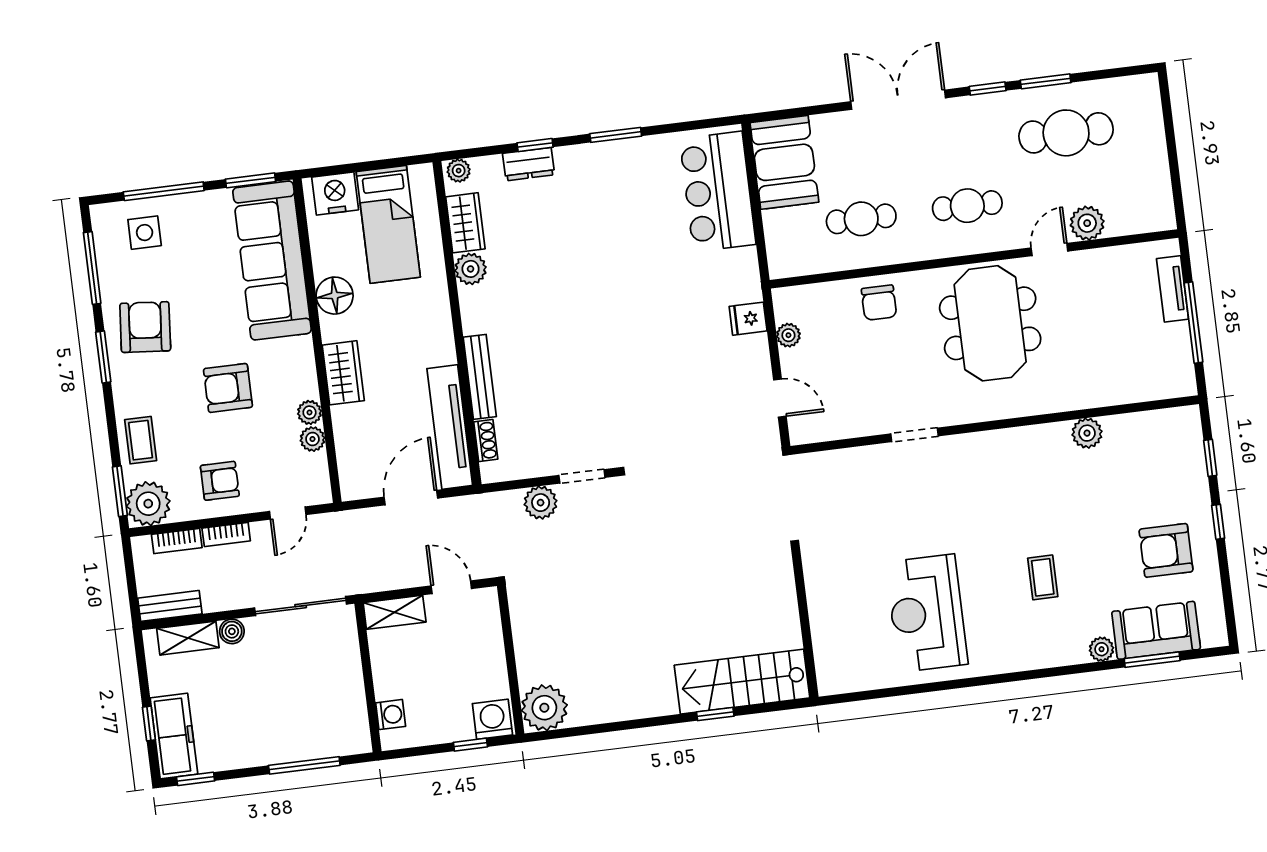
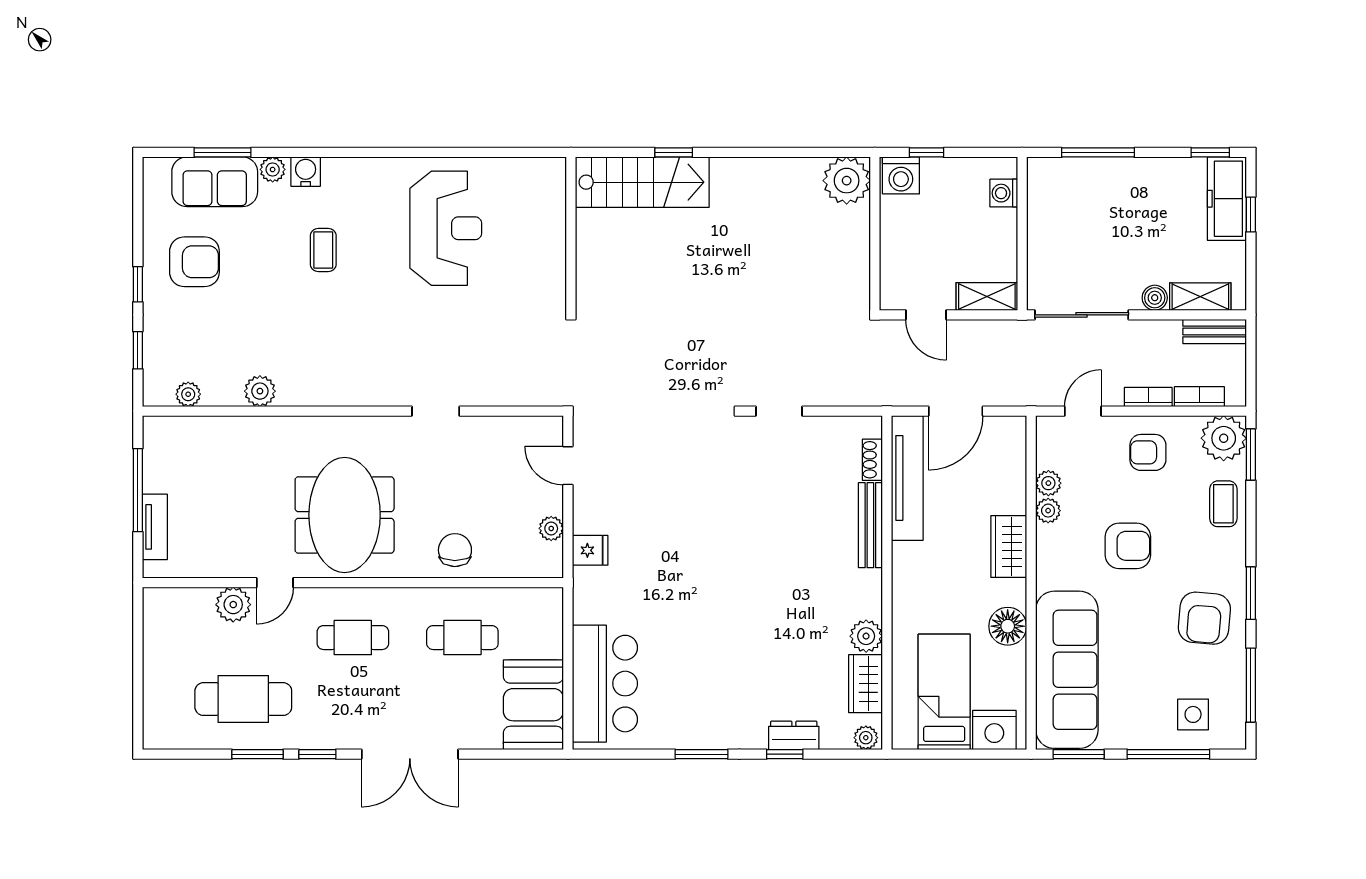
plant: (541, 503) -> (188, 394), moved, width x0.73, depth x0.73
water cooler: (1069, 651) -> (306, 172), added

